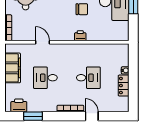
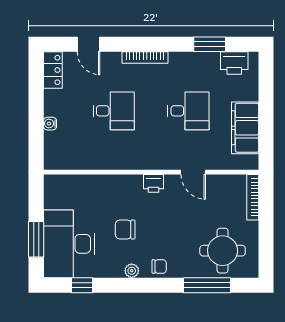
printer: (80, 36) -> (154, 183), moved
desk: (88, 78) -> (114, 111), turned 180
locker: (124, 86) -> (53, 70), moved
door: (92, 116) -> (89, 44), moved

